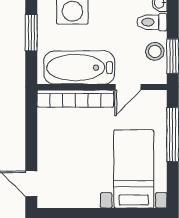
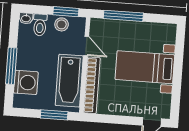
window: (31, 33) -> (54, 115), moved
bed with nightstands: (134, 169) -> (145, 67), moved

